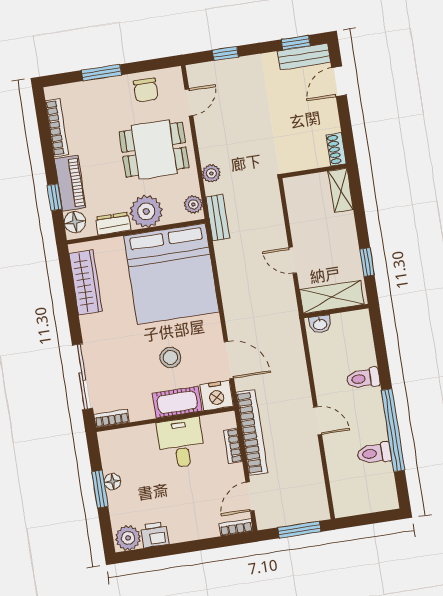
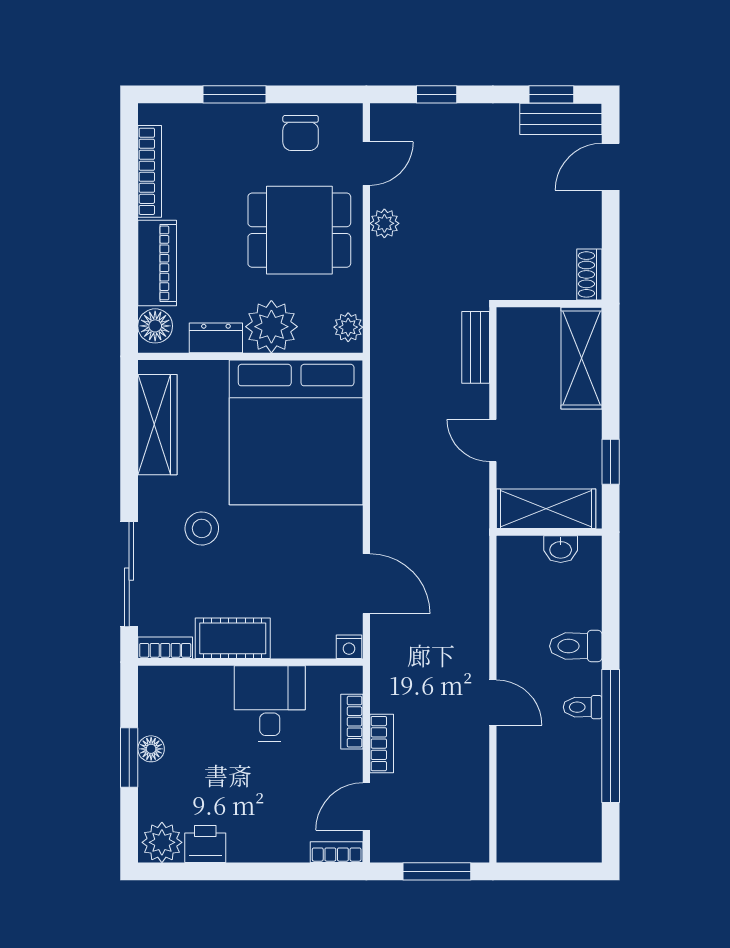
plant: (211, 173) -> (384, 223), moved
shelving: (341, 190) -> (582, 358), width x1.50, depth x1.33
window: (55, 197) -> (129, 281), removed
bench: (218, 218) -> (476, 347), moved
washbasin: (320, 324) -> (561, 549), moved
stool: (170, 357) -> (202, 528), moved
nightstand: (216, 396) -> (349, 647), width x0.53, depth x0.56
cot: (177, 402) -> (233, 638), moved
bookcase: (252, 433) -> (382, 744), width x0.43, depth x0.76
toilet: (374, 453) -> (583, 707), moved, width x0.73, depth x0.72

